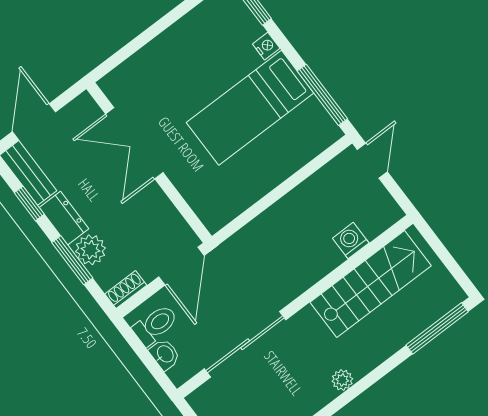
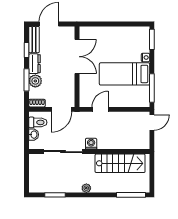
double door: (134, 143) -> (77, 57), swing flipped
door: (255, 211) -> (100, 109), added
washing machine: (351, 241) -> (91, 144), moved

